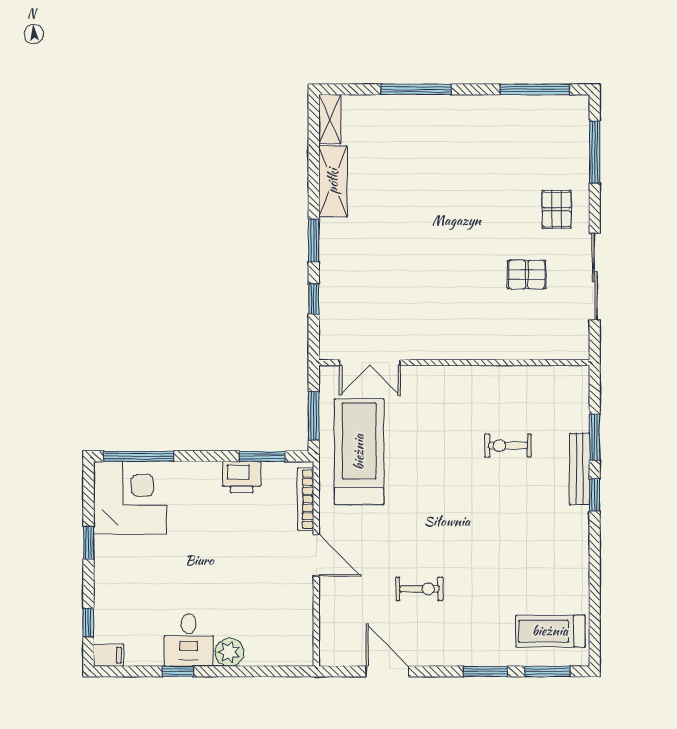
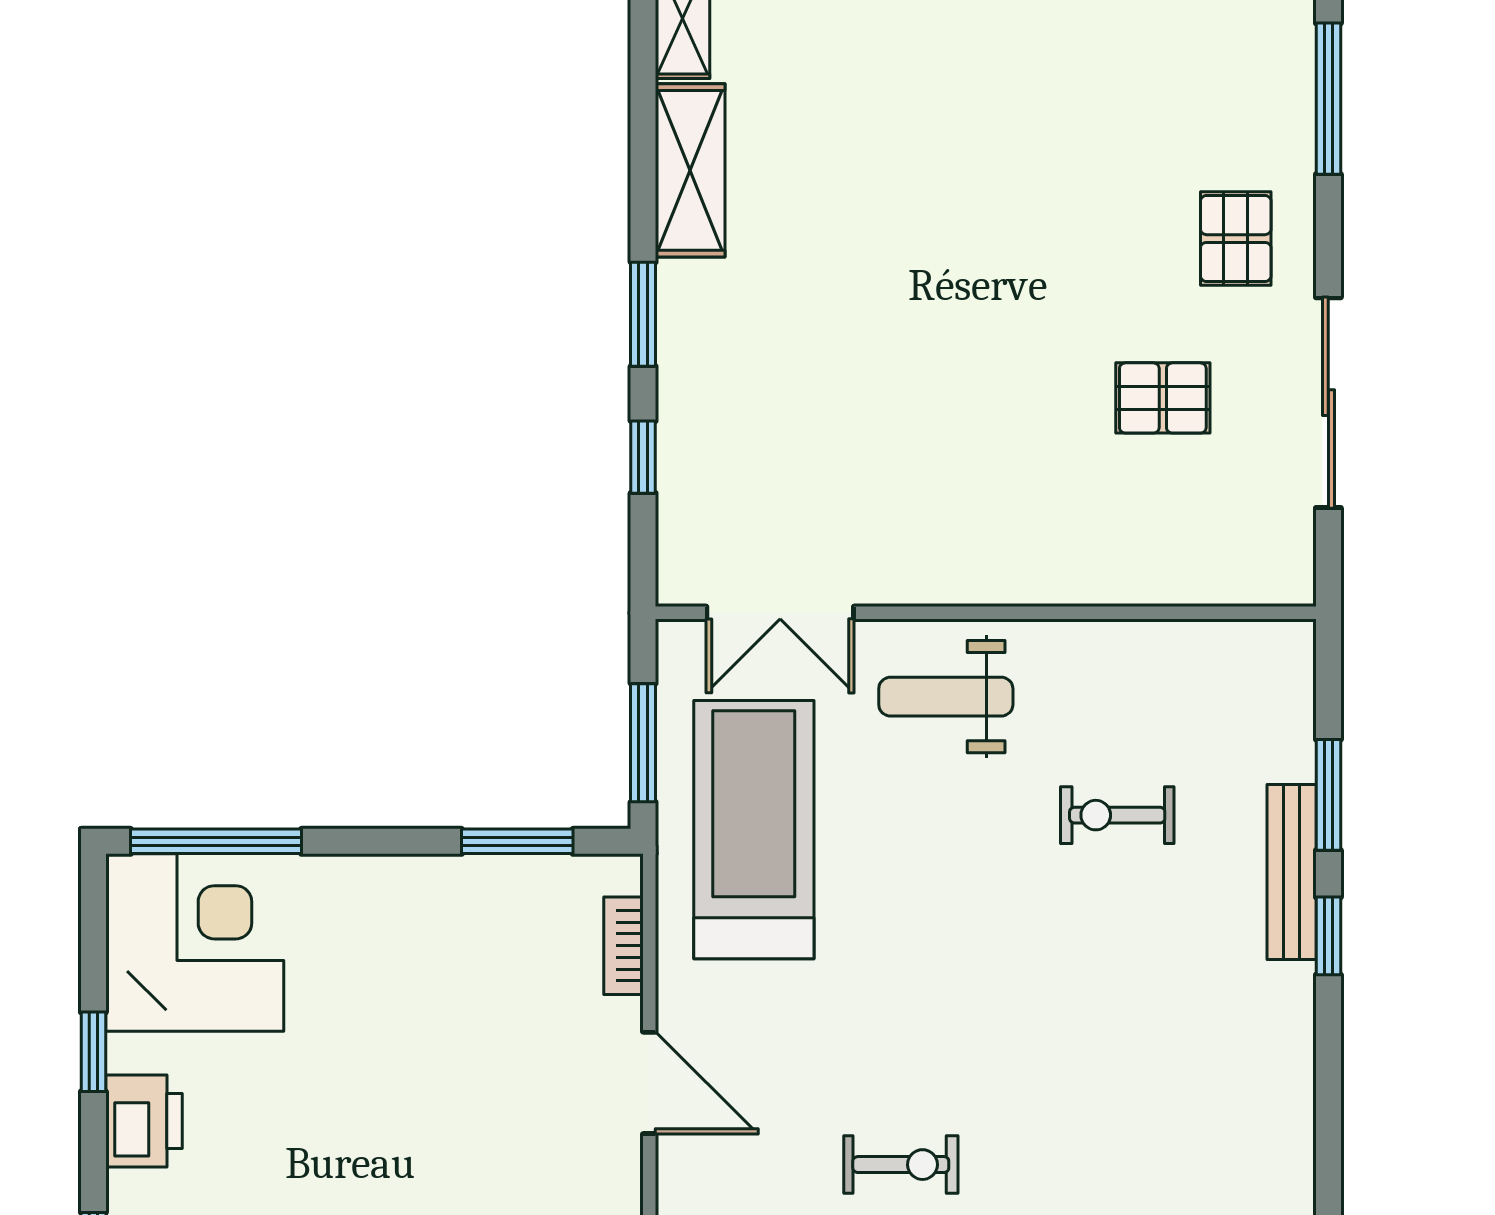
weight bench: (438, 397) -> (946, 697), added
printer: (242, 477) -> (144, 1121), moved, turned -90
bookcase: (306, 499) -> (623, 946), width x0.64

